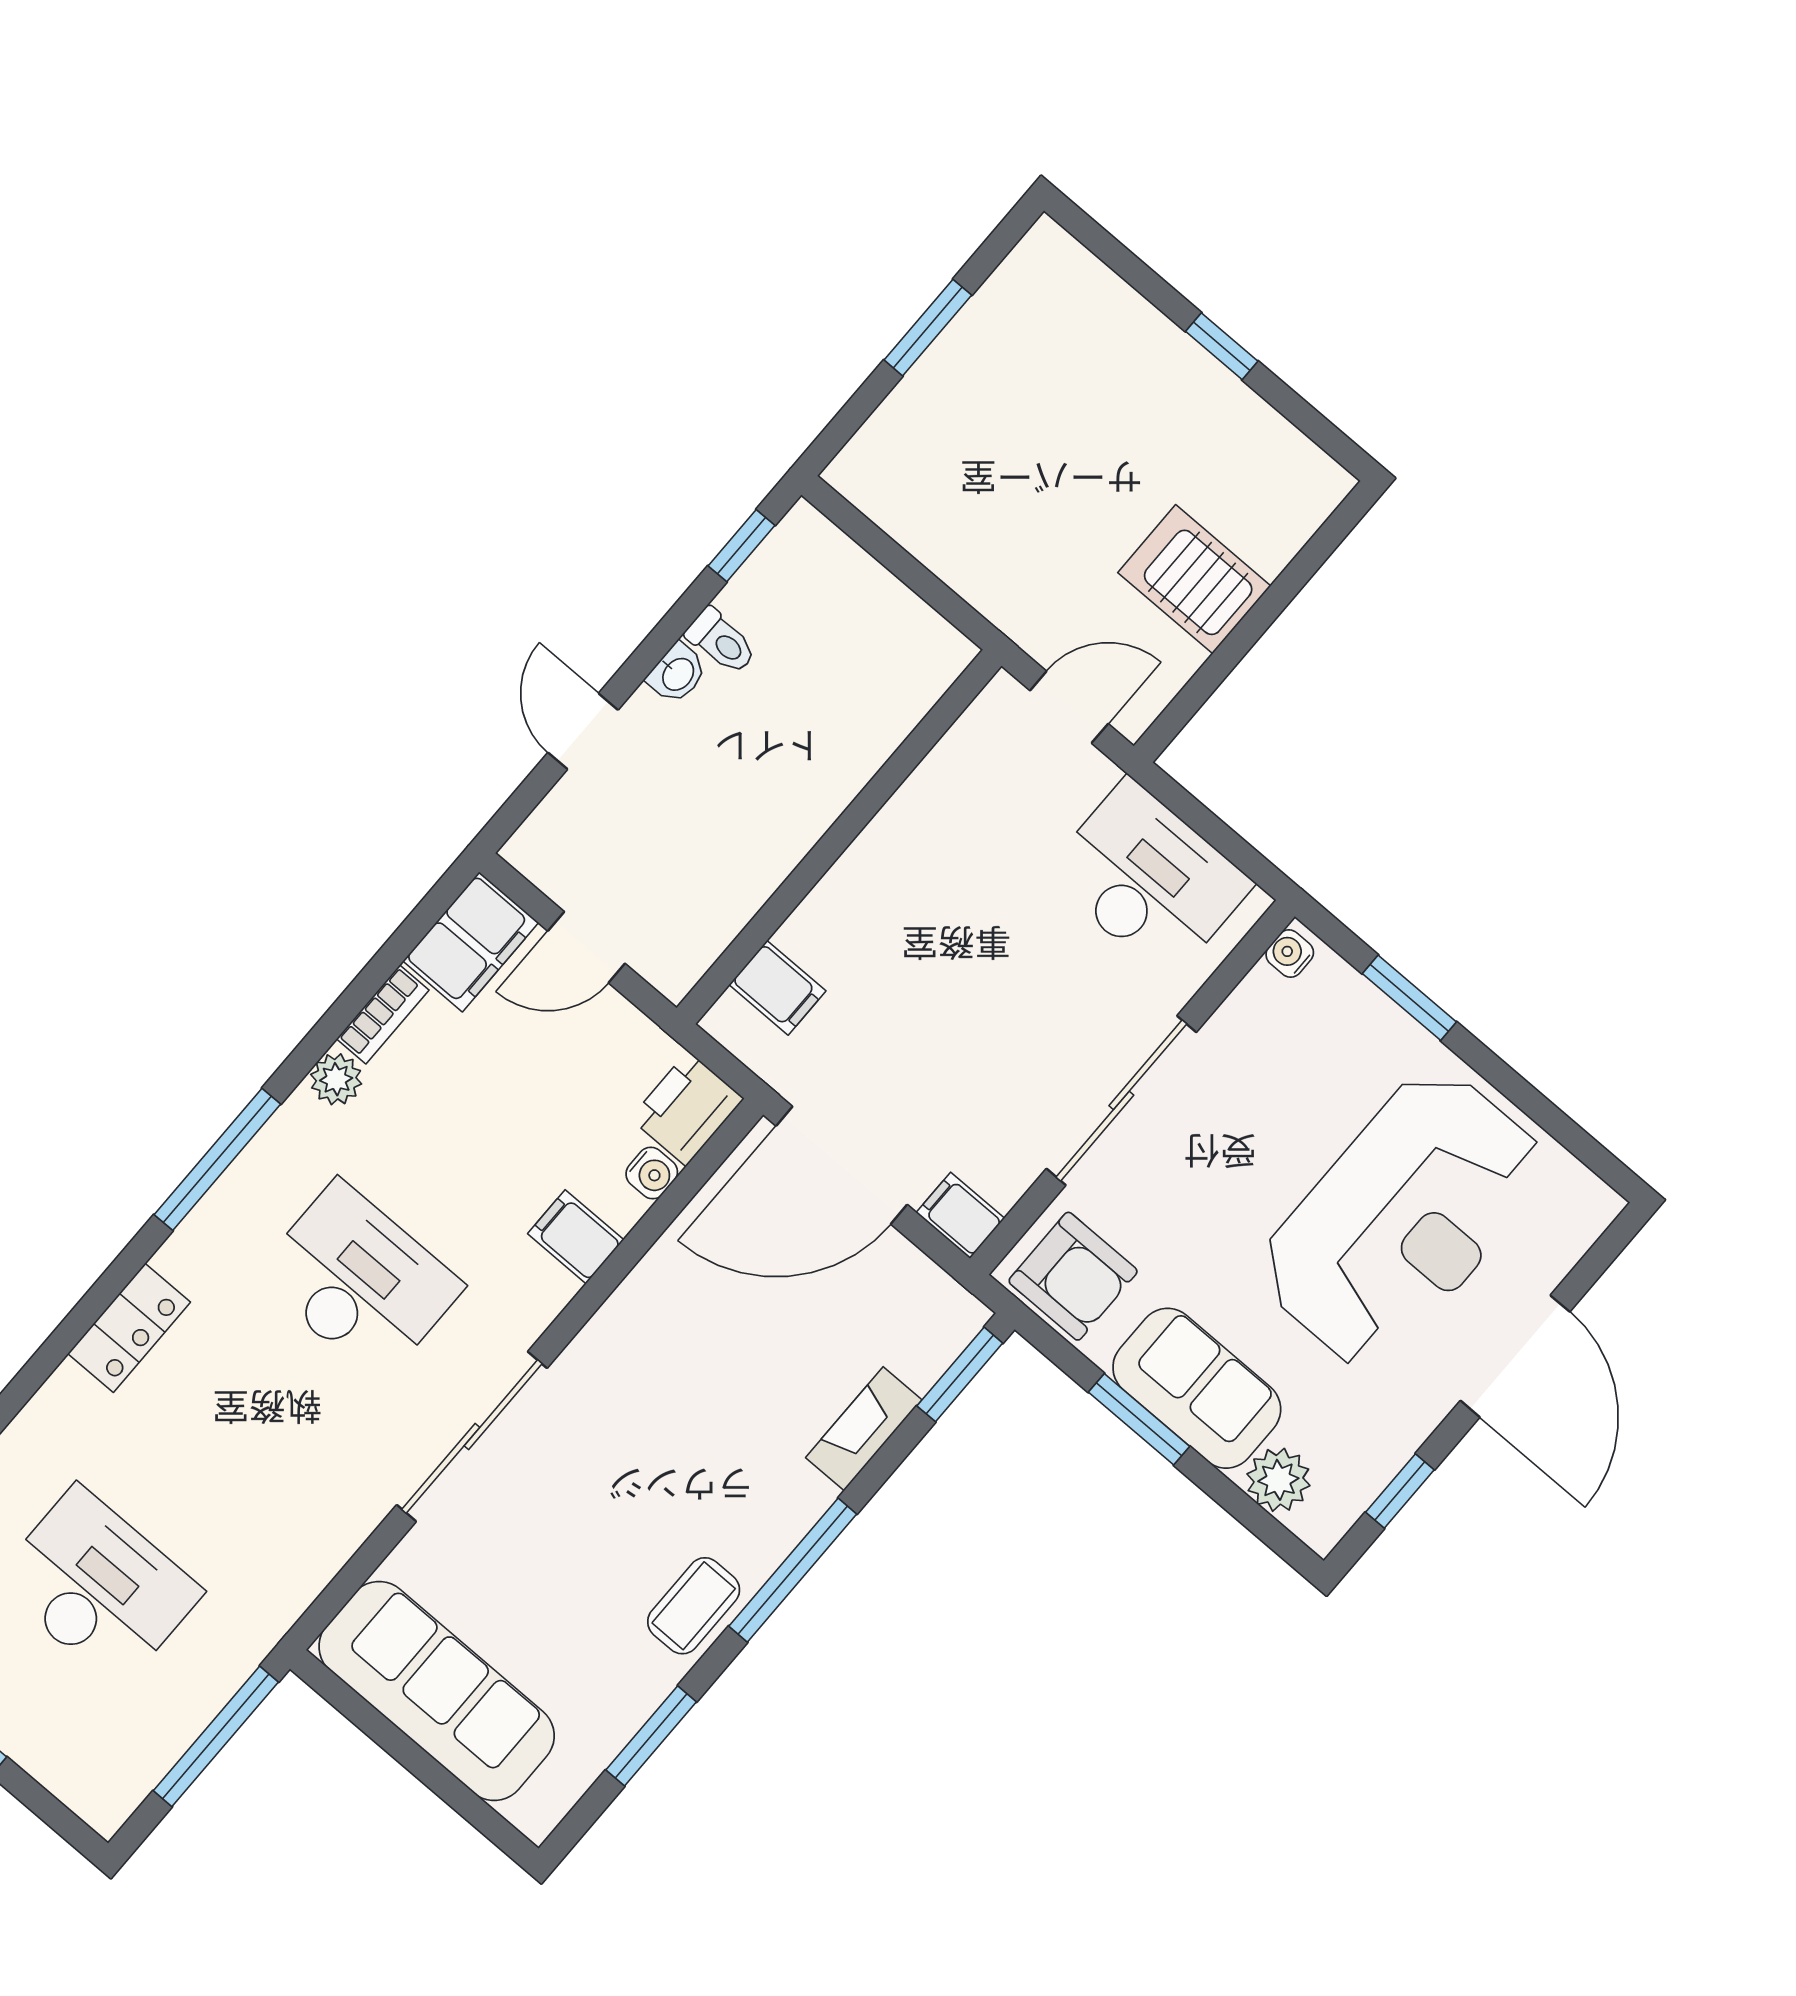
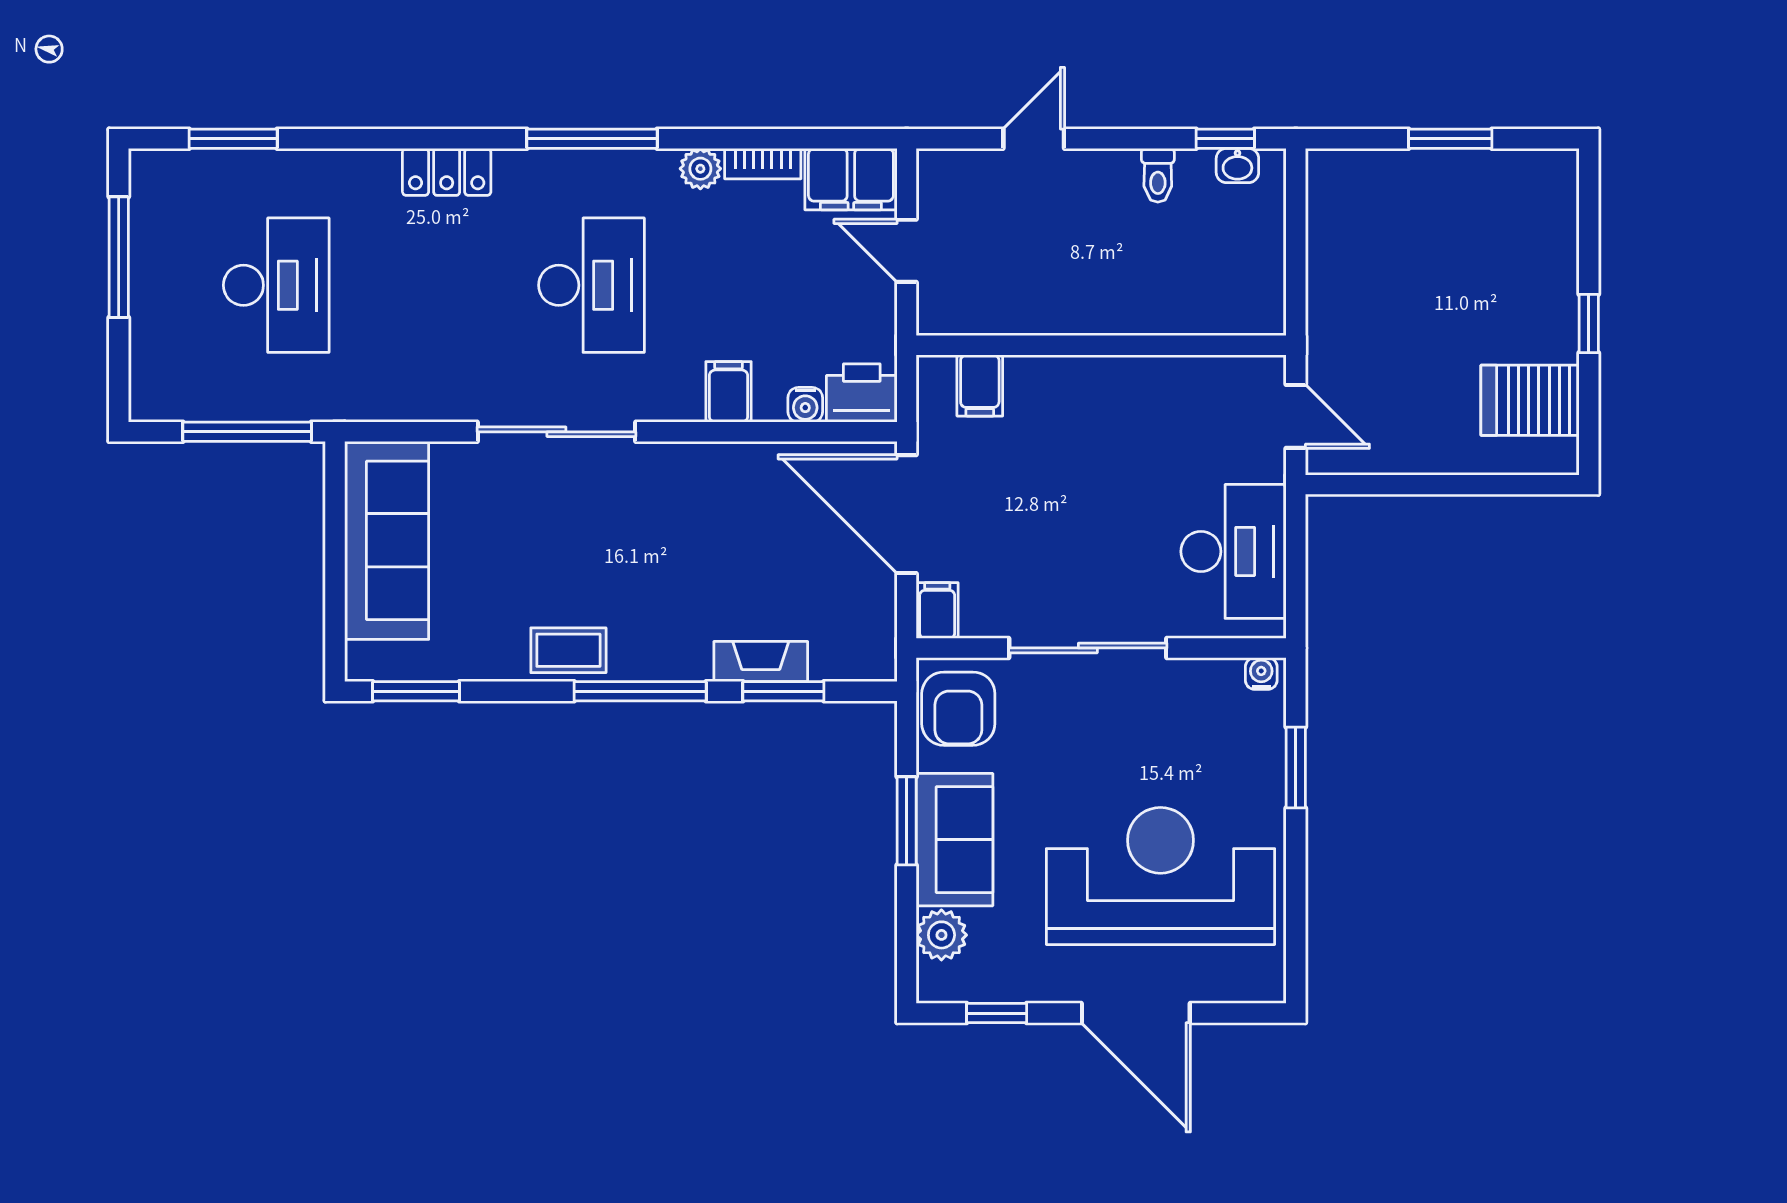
server rack: (1194, 579) -> (1530, 400), moved, turned -90
washbasin: (677, 673) -> (1237, 165), moved
reception desk: (1403, 1219) -> (1160, 876), turned 180
door: (1515, 1356) -> (1136, 1013), hinge flipped
window: (960, 1374) -> (783, 691), moved
window: (651, 1736) -> (416, 691), moved

